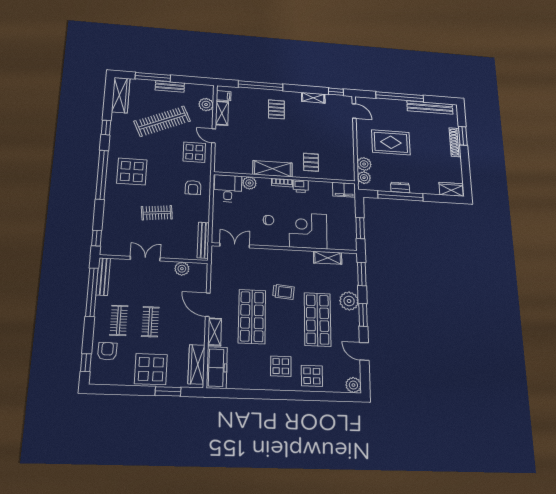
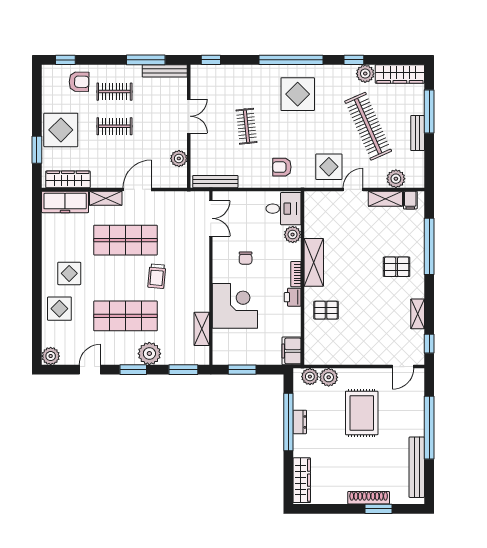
plant: (118, 120) -> (365, 74), added
wardrobe: (451, 189) -> (302, 480), width x1.50
window: (92, 292) -> (146, 60), width x0.68

